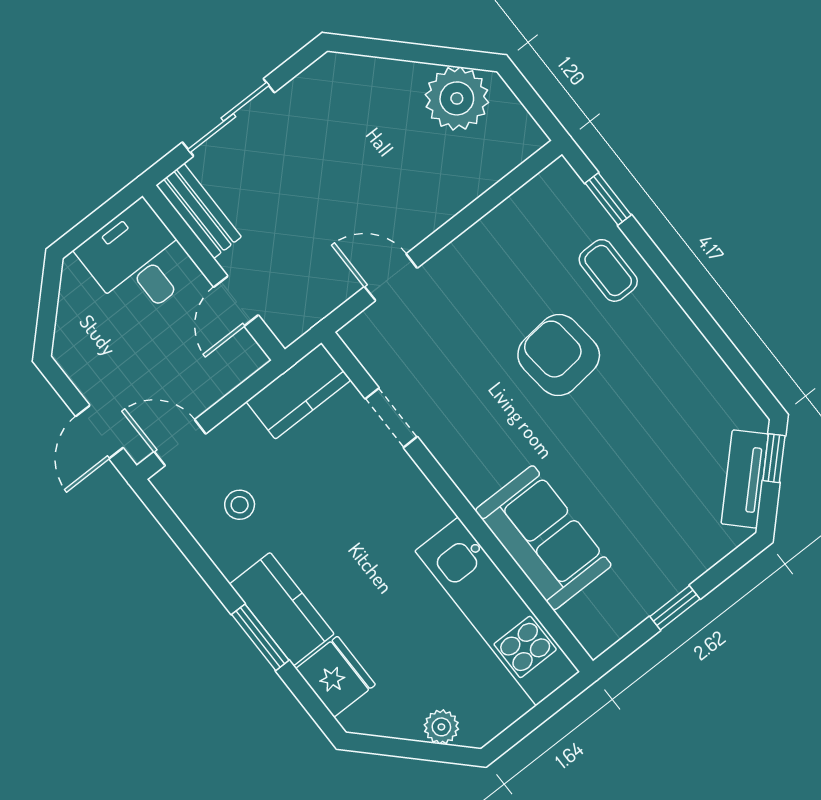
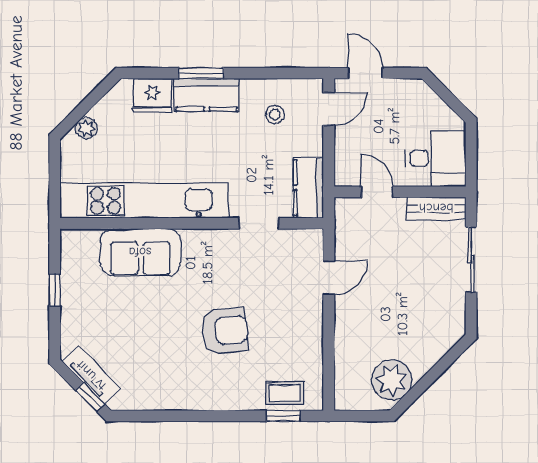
coffee table: (608, 270) -> (285, 393), moved
kitchen unit: (497, 611) -> (144, 201), width x1.36

